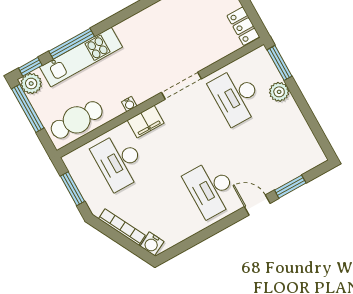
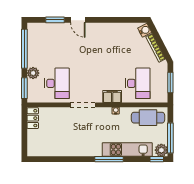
window: (72, 44) -> (109, 159), moved
window: (311, 120) -> (24, 49), added
desk: (211, 189) -> (97, 42), removed

